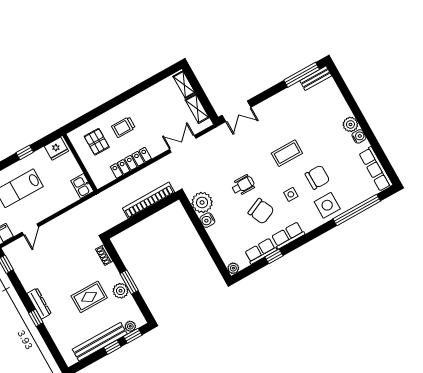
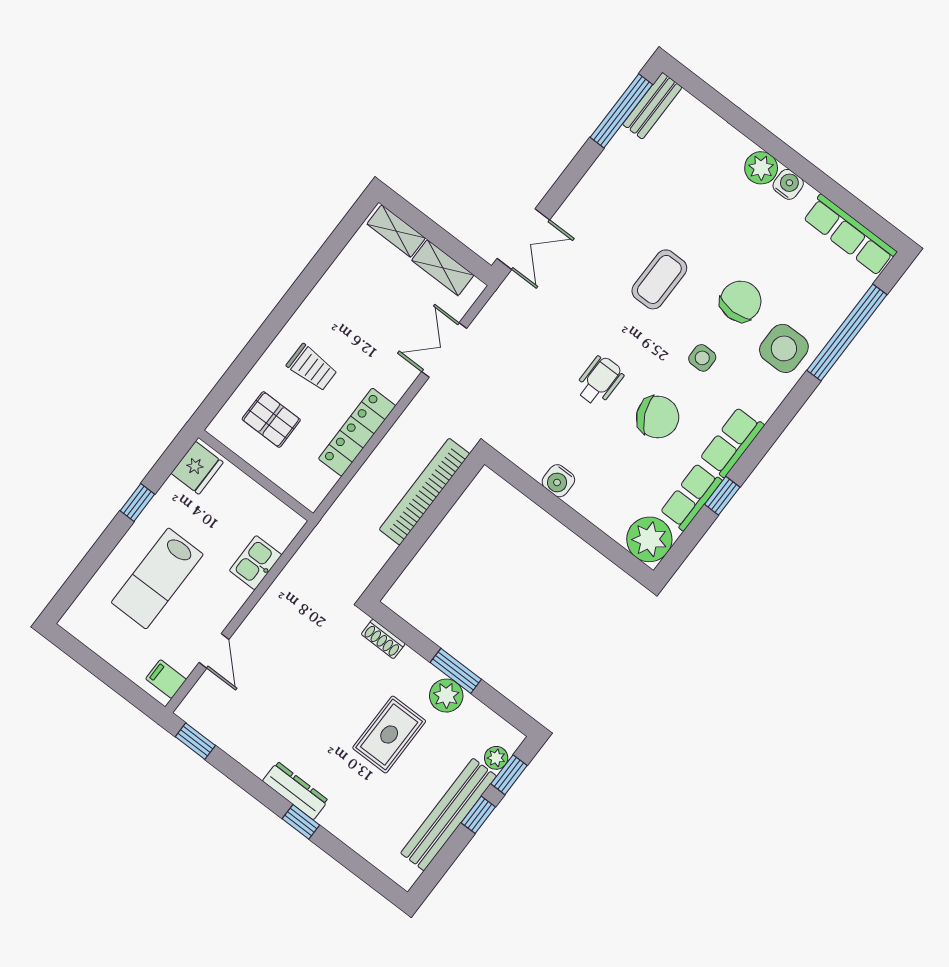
trolley: (123, 127) -> (312, 368), turned -90
kitchen sink: (82, 186) -> (256, 563), moved, turned 90
plant: (202, 202) -> (533, 450), removed
plant: (233, 268) -> (649, 539), width x1.88, depth x1.88

